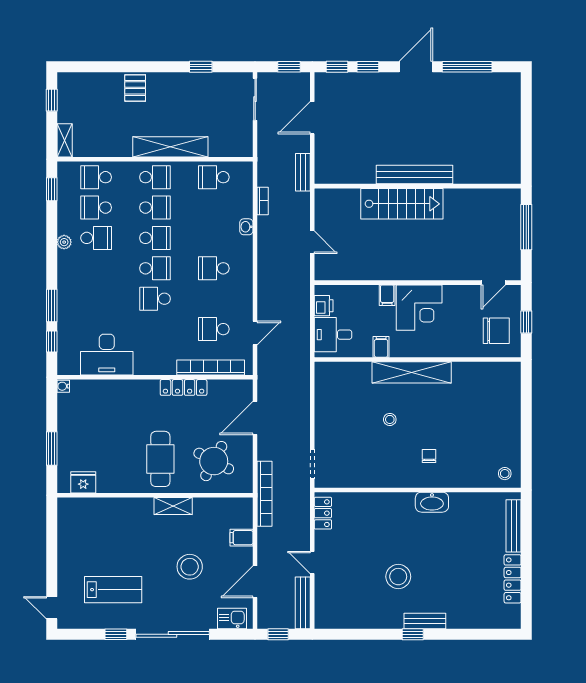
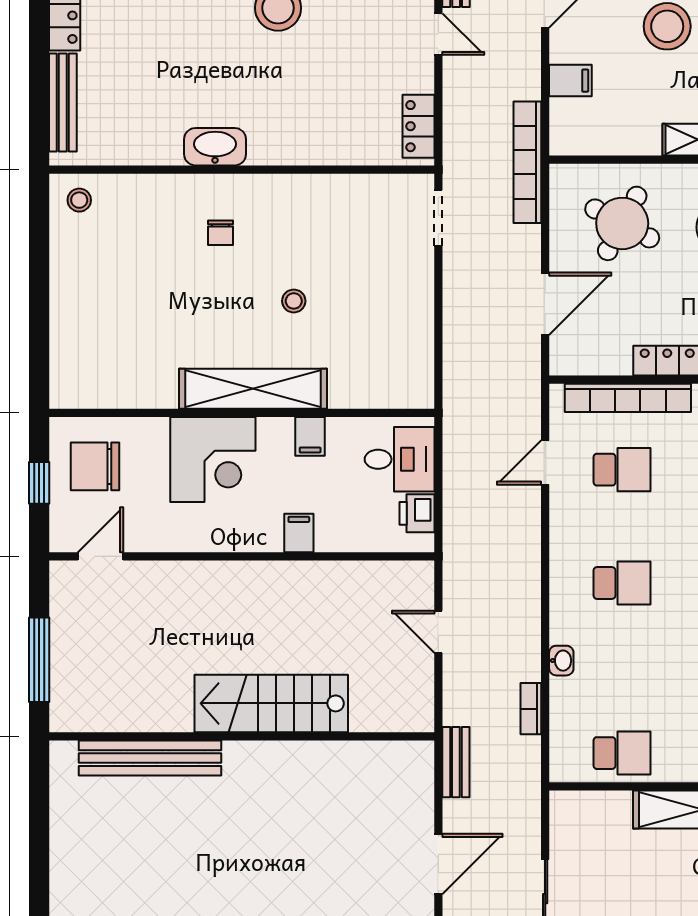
bench: (415, 174) -> (150, 758), moved
corner desk: (419, 308) -> (213, 460), moved, turned 180

